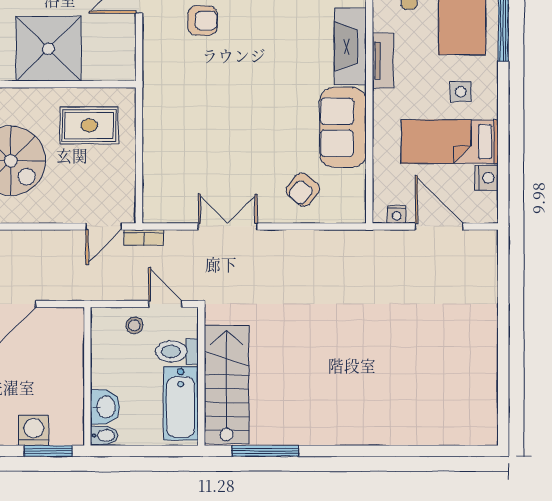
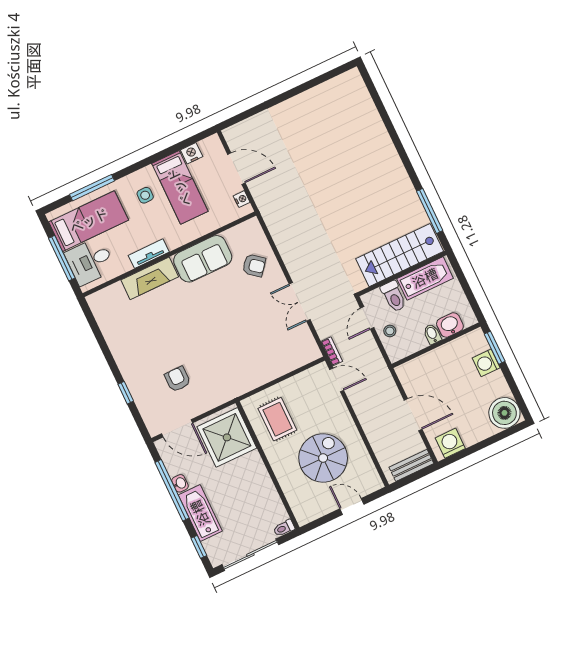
shower: (48, 49) -> (227, 437), moved
door: (439, 226) -> (236, 169), swing flipped
bidet: (104, 435) -> (432, 334), moved

